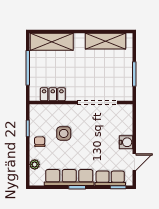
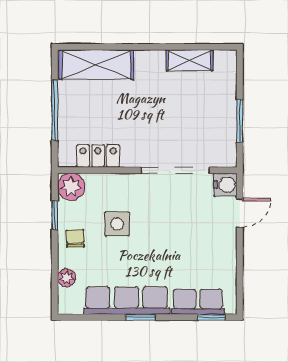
shelving: (105, 41) -> (190, 60), width x0.67, depth x0.75
plant: (37, 112) -> (71, 187), added
water cooler: (126, 142) -> (225, 185), moved
door: (134, 162) -> (240, 213), moved

